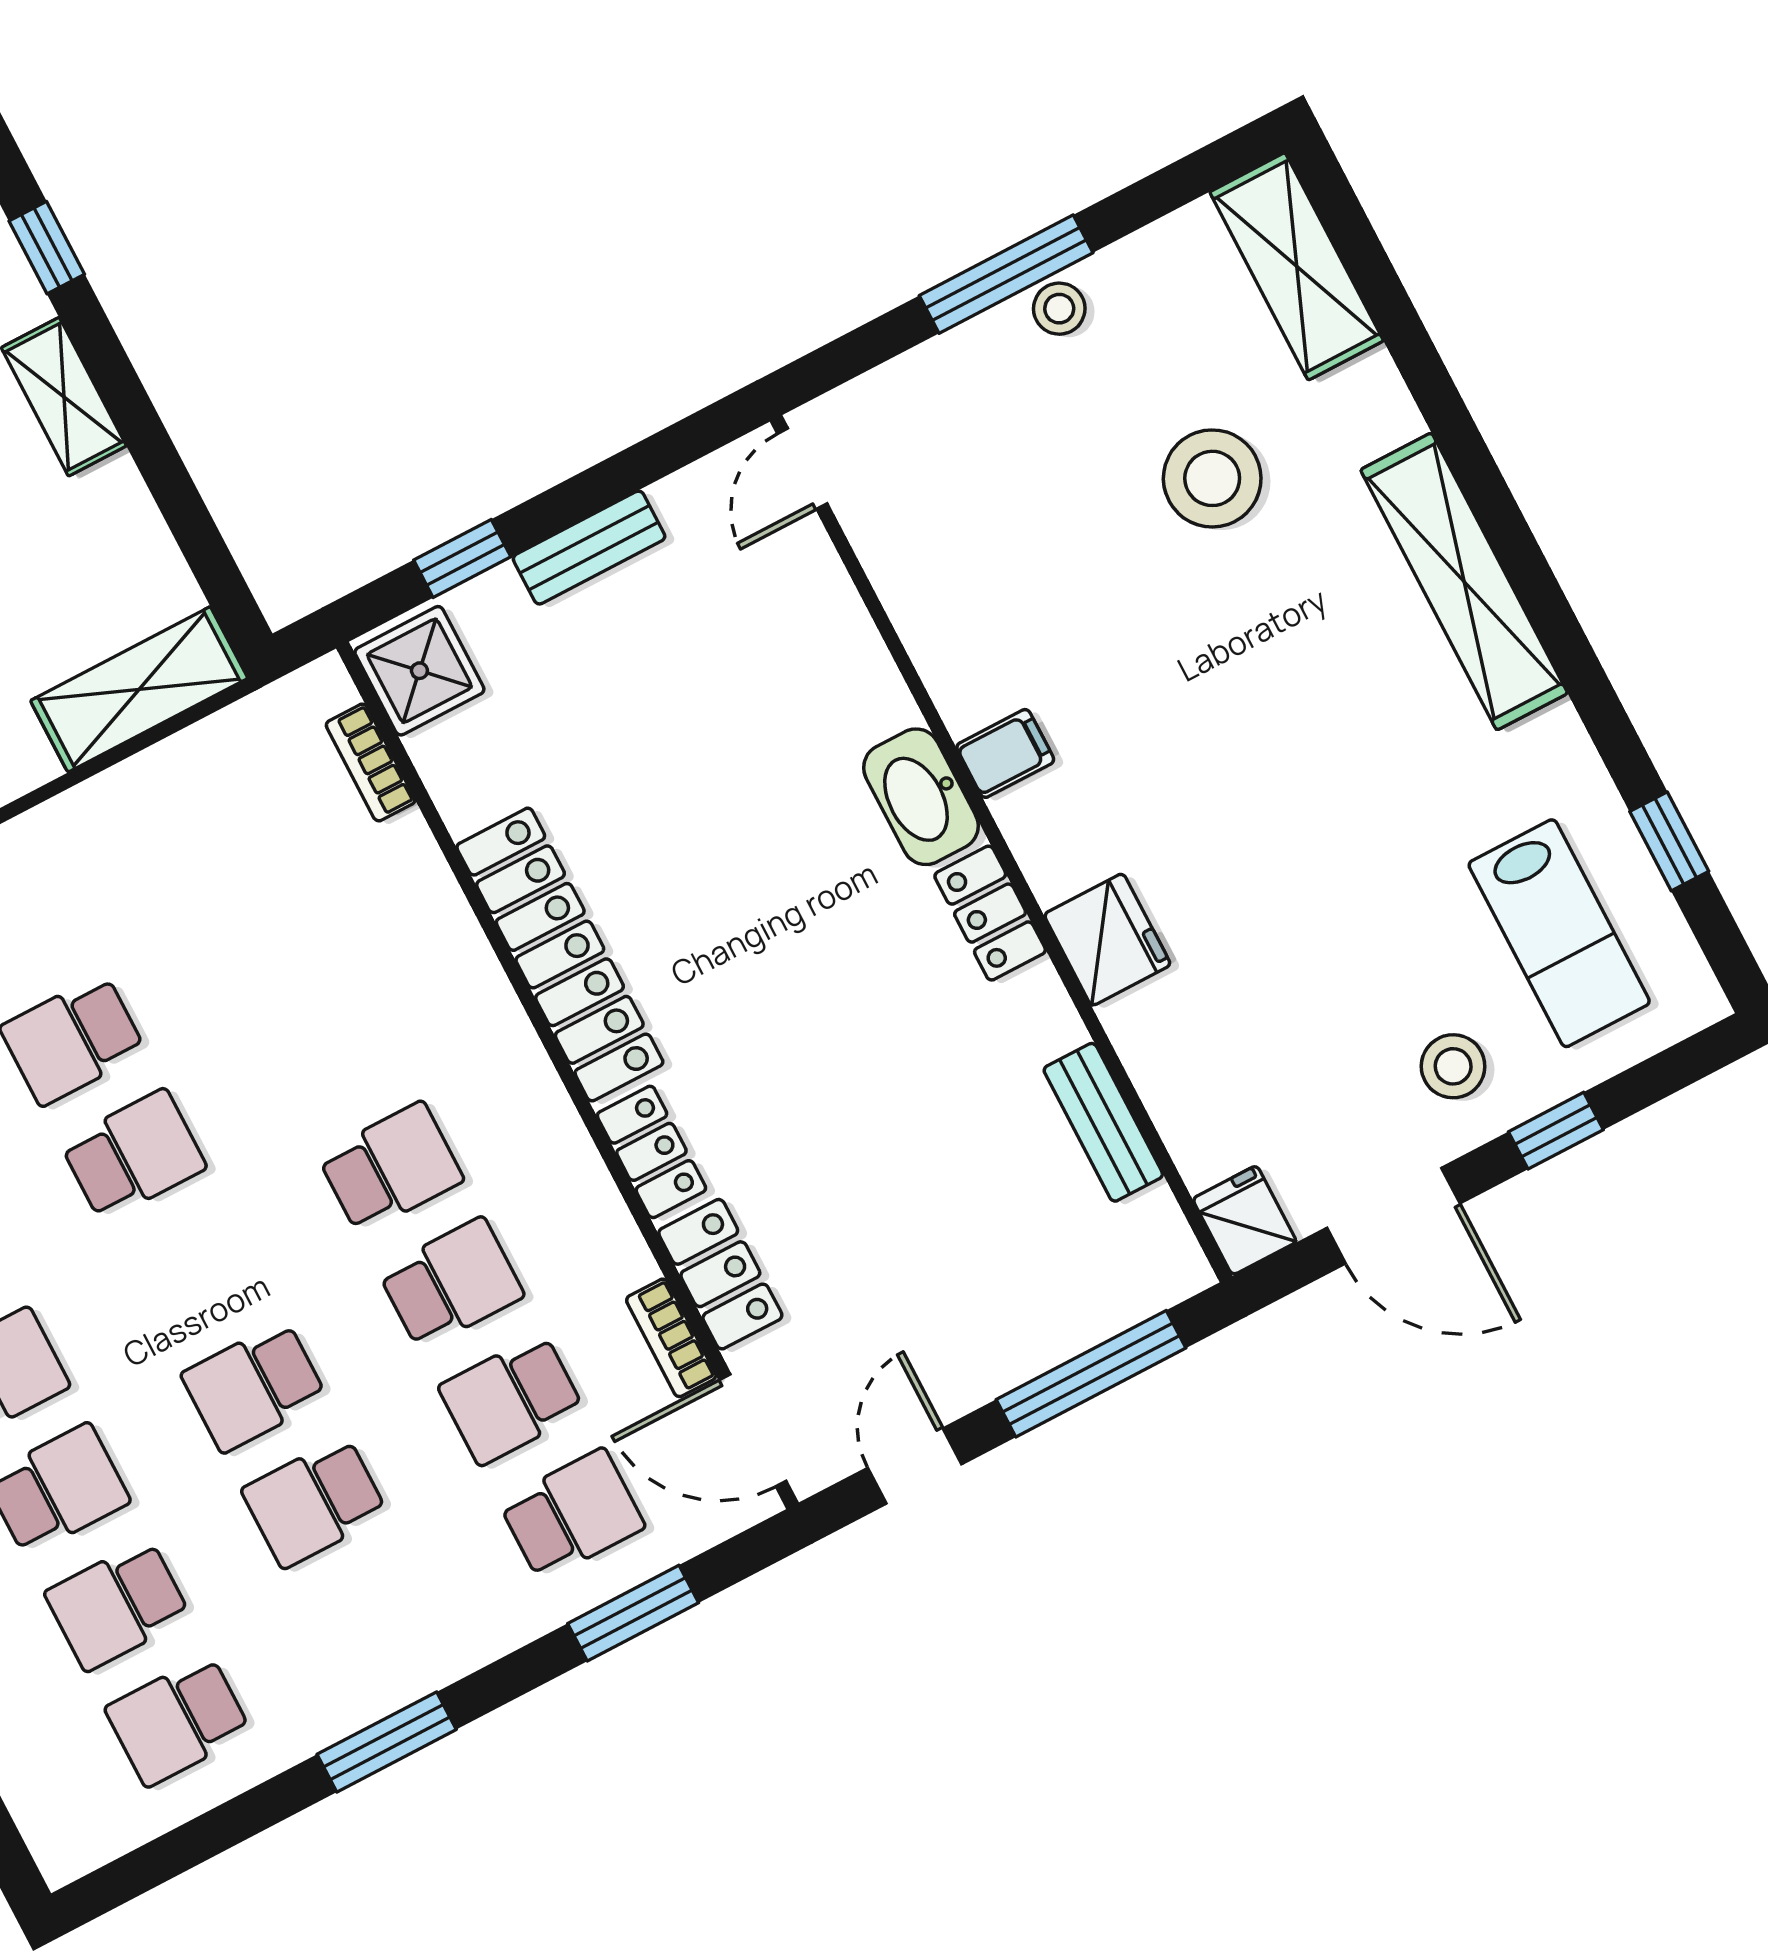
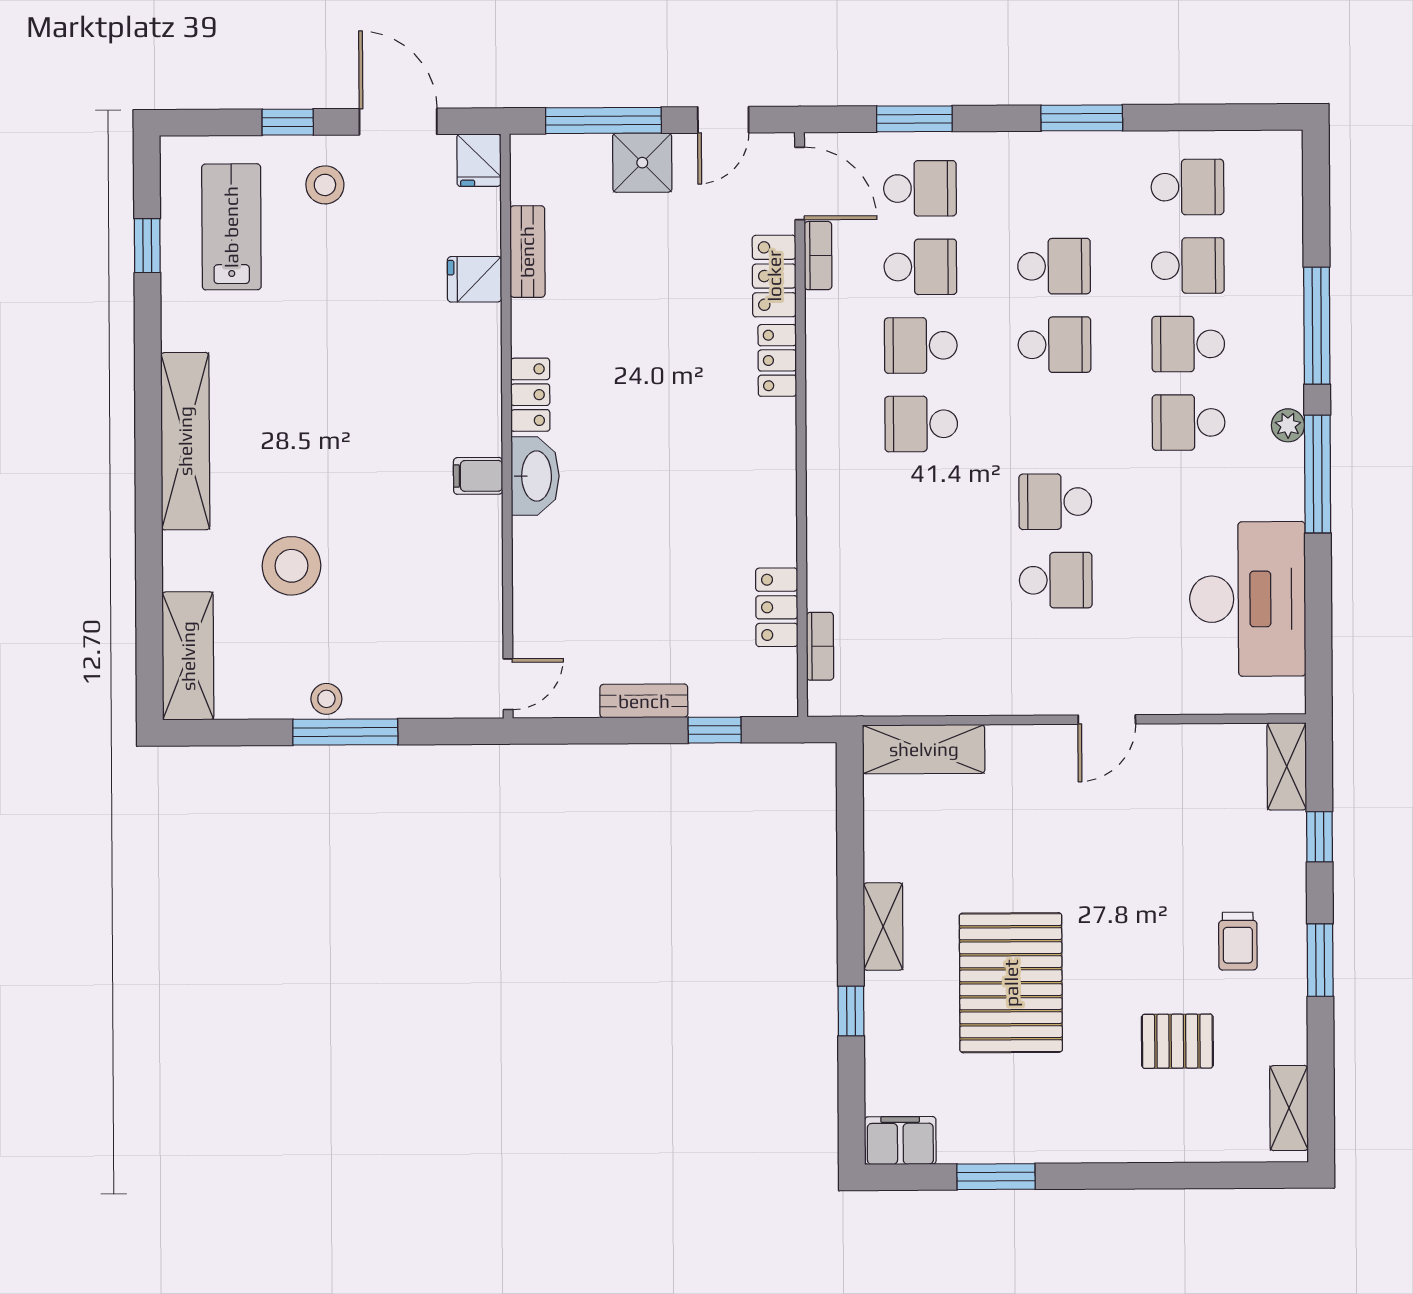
shower: (419, 671) -> (642, 163), moved
fridge: (1107, 940) -> (474, 279), moved, width x0.72
locker: (560, 955) -> (777, 607), moved, width x0.46, depth x0.83
school desk: (572, 1515) -> (920, 188), turned 180

